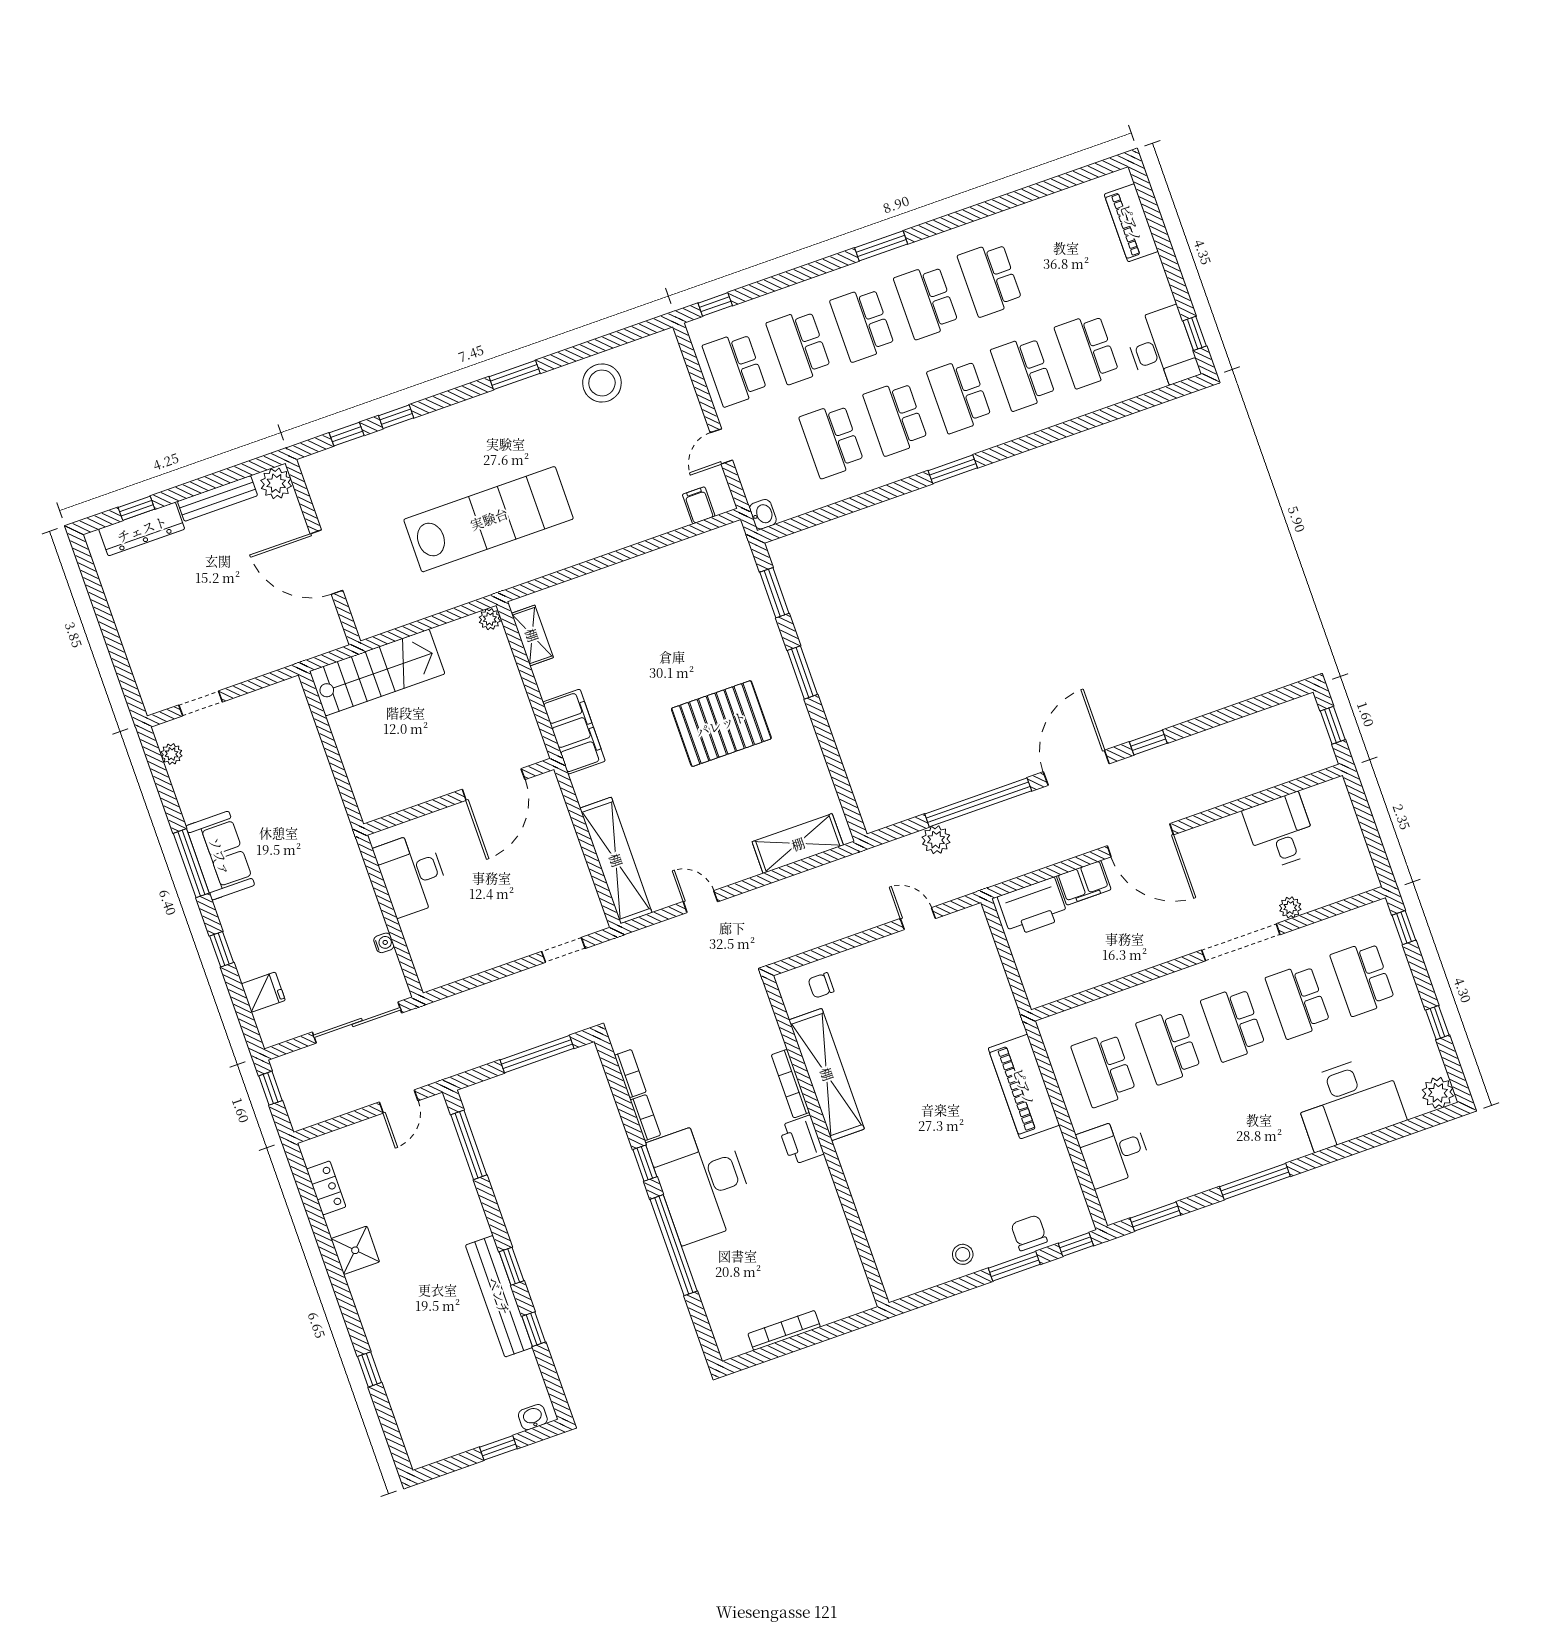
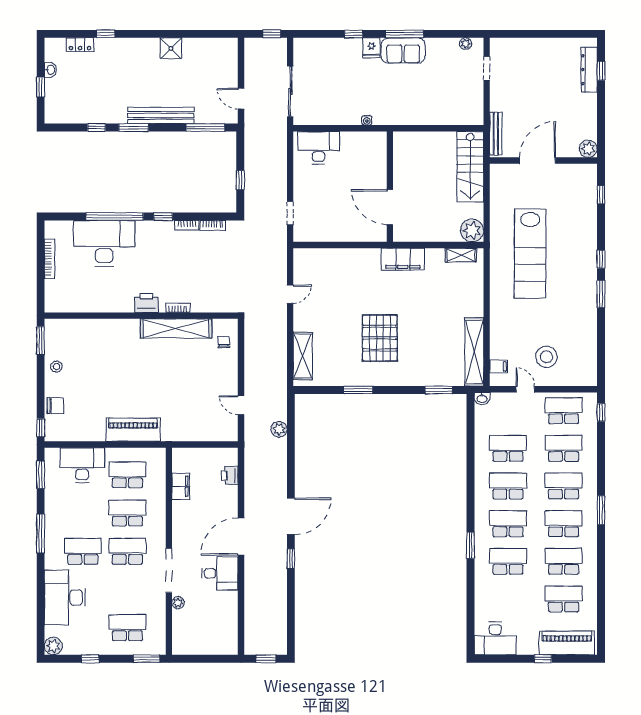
piano: (1131, 223) -> (567, 643), width x1.37, depth x1.33
window: (1195, 333) -> (543, 659), moved
school desk: (1087, 351) -> (564, 599), moved
stool: (602, 383) -> (546, 357), moved
window: (396, 417) -> (601, 259), moved
window: (953, 469) -> (471, 545), moved
bench: (218, 498) -> (496, 134), moved
plant: (490, 619) -> (472, 230), width x1.88, depth x1.88
window: (802, 672) -> (358, 390), moved
door: (1076, 768) -> (291, 516), hinge flipped
window: (978, 802) -> (291, 458), removed
desk: (1280, 831) -> (220, 573), moved
shelving: (616, 860) -> (474, 352), moved, turned 90
desk: (412, 874) -> (318, 148), moved
filing cabinet: (1084, 883) -> (181, 486), moved, turned 180
printer: (1033, 907) -> (230, 476), width x0.53, depth x0.68
door: (918, 919) -> (241, 405), swing flipped
window: (1404, 928) -> (146, 659), width x1.50
water cooler: (384, 943) -> (367, 120), moved
fridge: (263, 992) -> (371, 48), moved
school desk: (1298, 1001) -> (83, 551), moved
window: (537, 1054) -> (240, 180), width x0.46
bookcase: (790, 1084) -> (178, 308), width x0.64
desk: (1114, 1152) -> (82, 465), width x1.37
desk: (702, 1181) -> (104, 243), moved
locker: (326, 1188) -> (80, 45), moved
window: (512, 1266) -> (134, 128), width x1.50
window: (1014, 1266) -> (41, 341), moved
bench: (499, 1296) -> (161, 115), moved
washbasin: (533, 1417) -> (50, 70), moved

